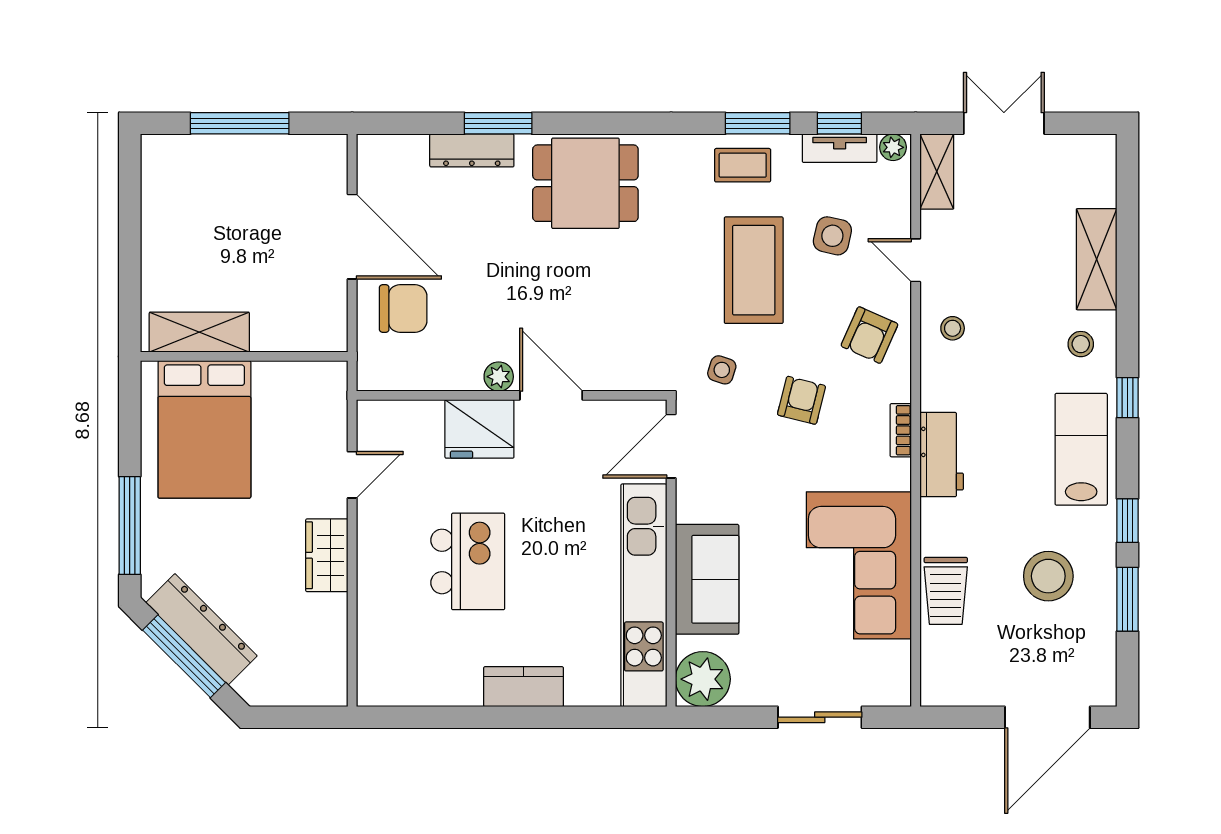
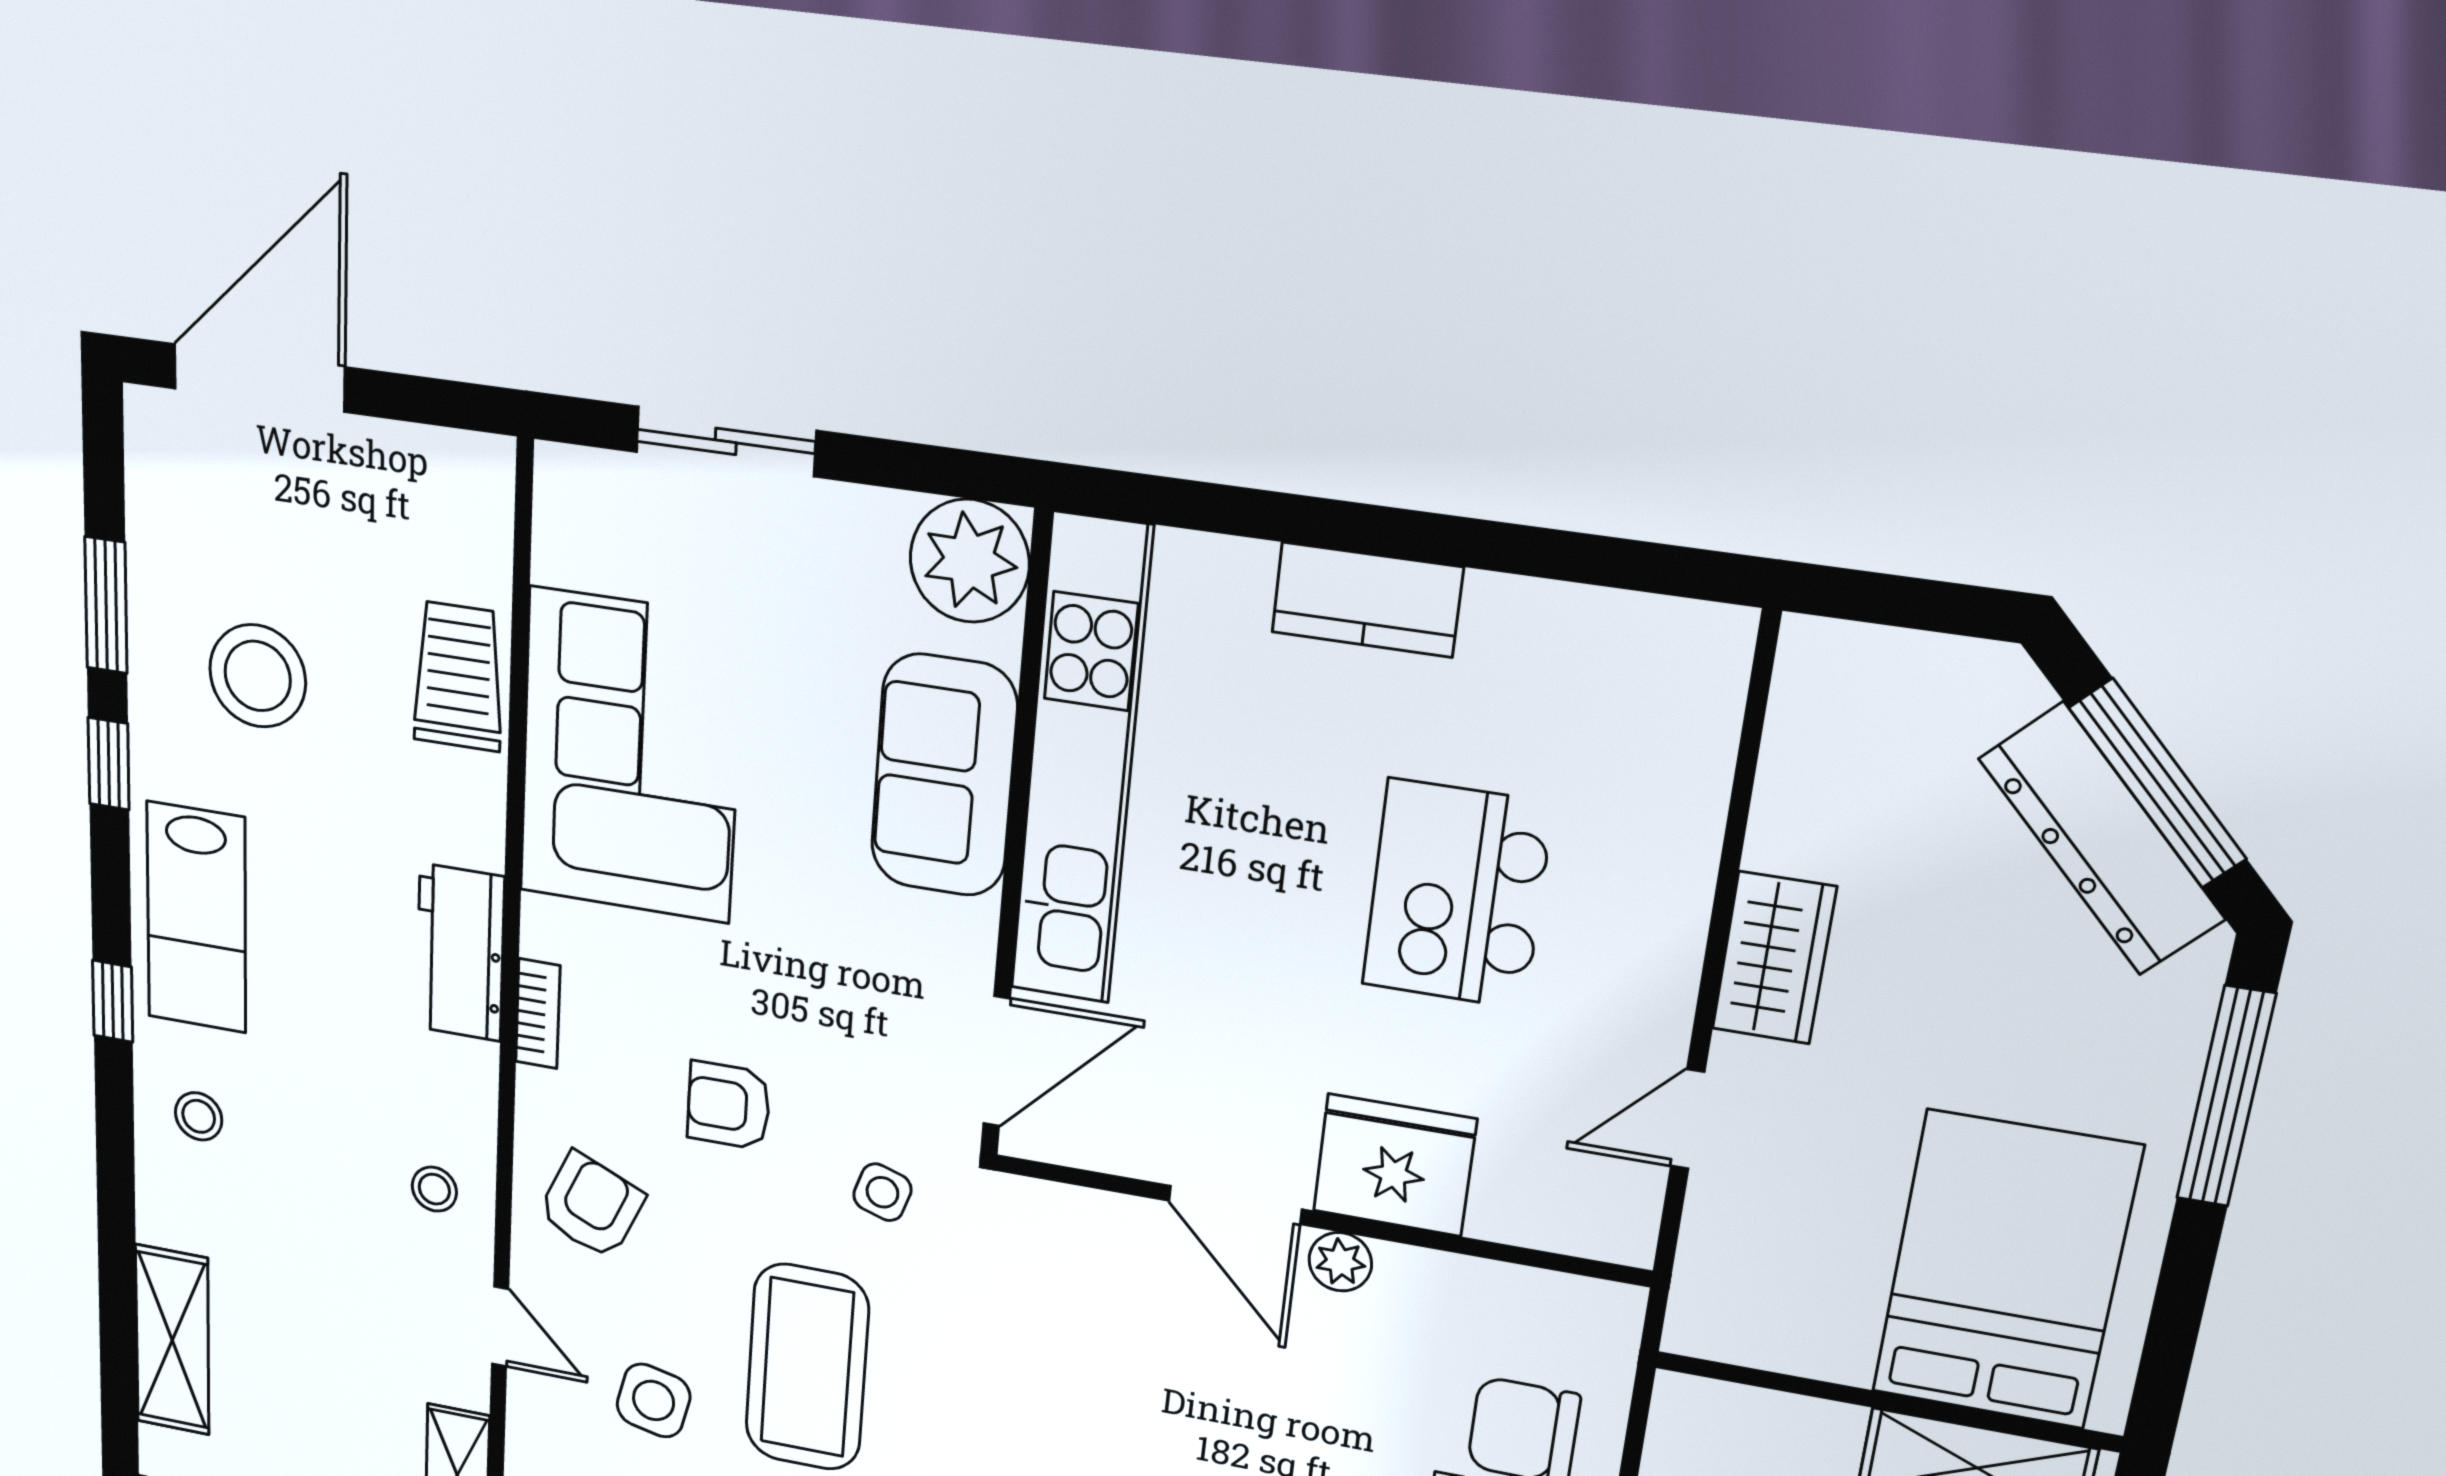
shelving: (1097, 259) -> (172, 1340), moved
armchair: (801, 400) -> (729, 1105), turned 76

